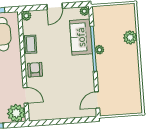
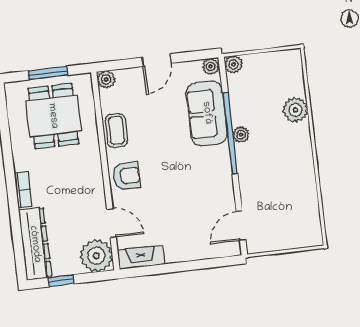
plant: (97, 11) -> (233, 64), added
armchair: (35, 70) -> (126, 176), turned 90
fireplace: (41, 115) -> (141, 257), added

